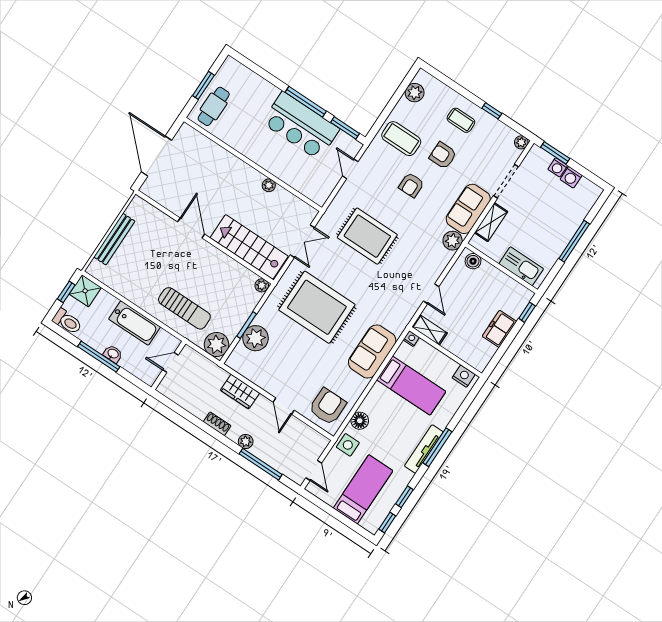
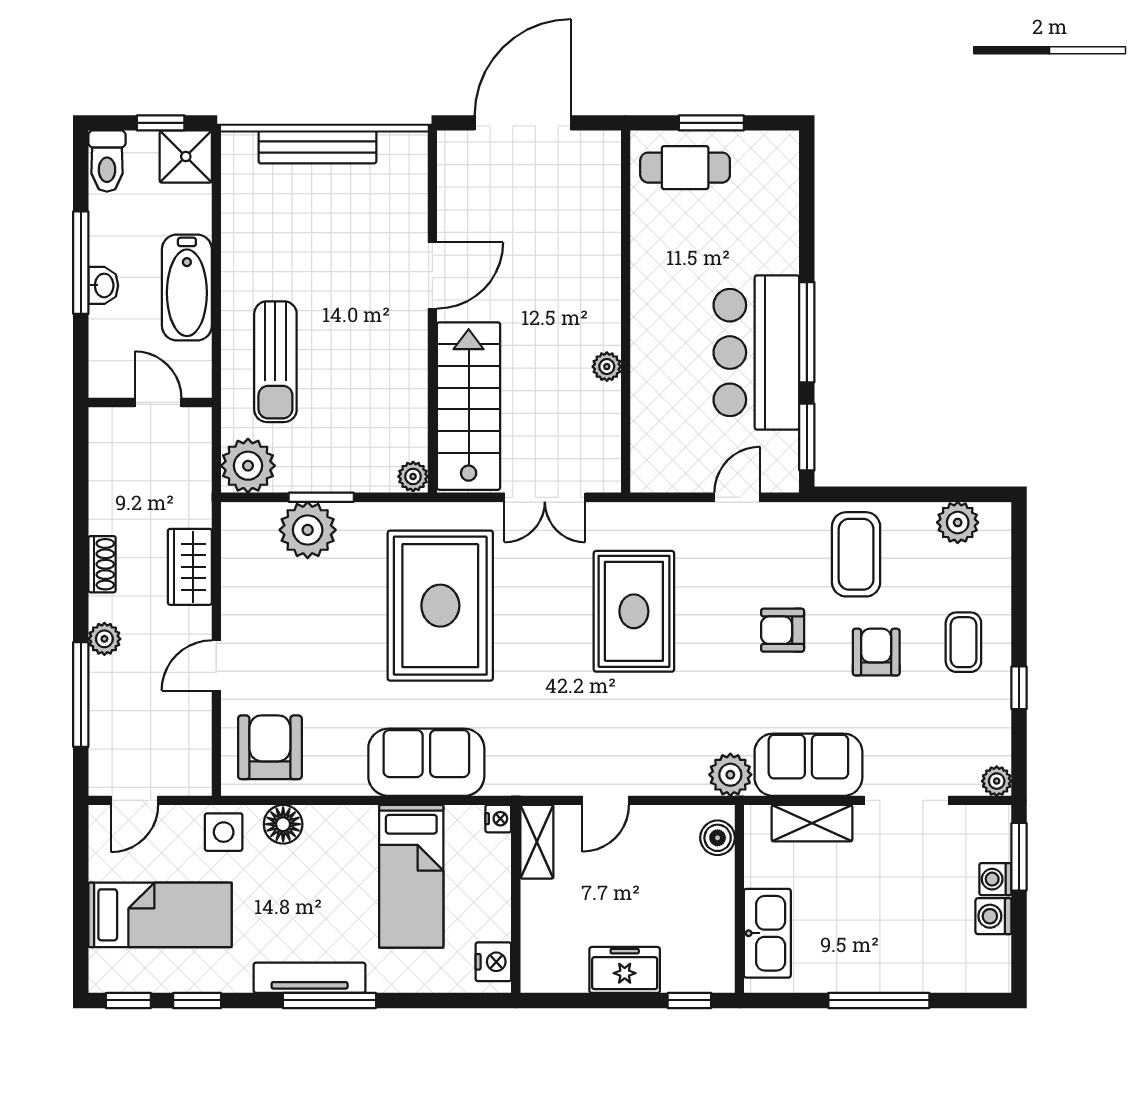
armchair: (328, 406) -> (270, 747), turned -90

